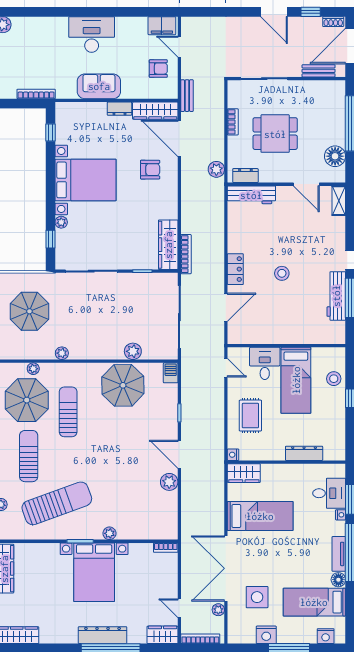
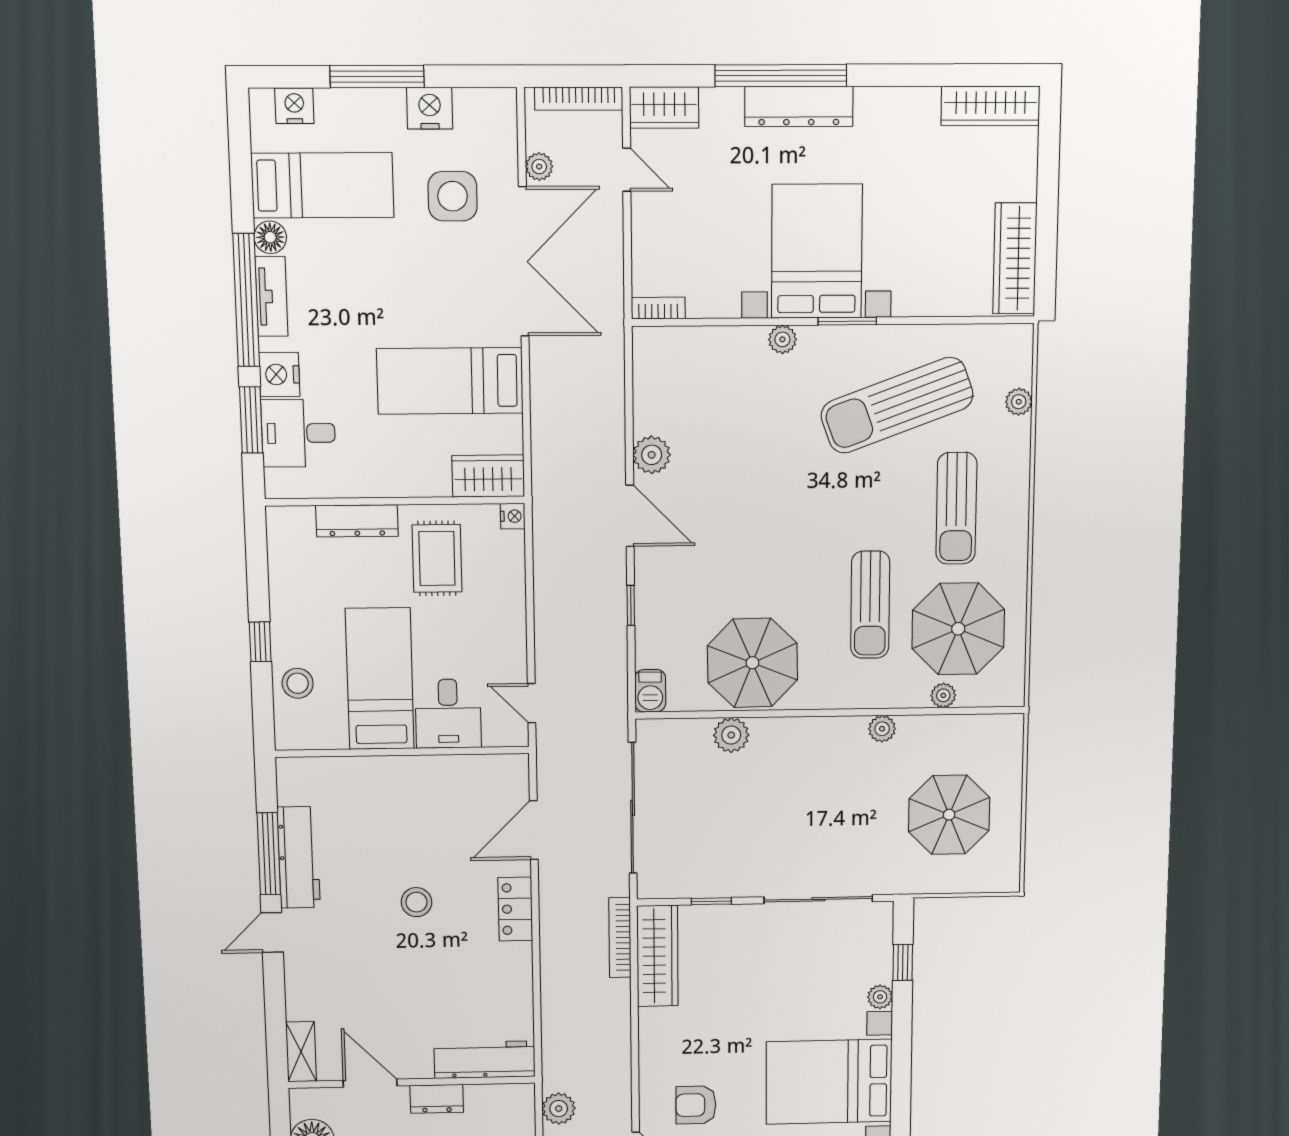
dresser: (245, 176) -> (437, 1099), moved
rug: (250, 416) -> (437, 558), moved
nightstand: (341, 515) -> (279, 375), width x1.89, depth x1.79

